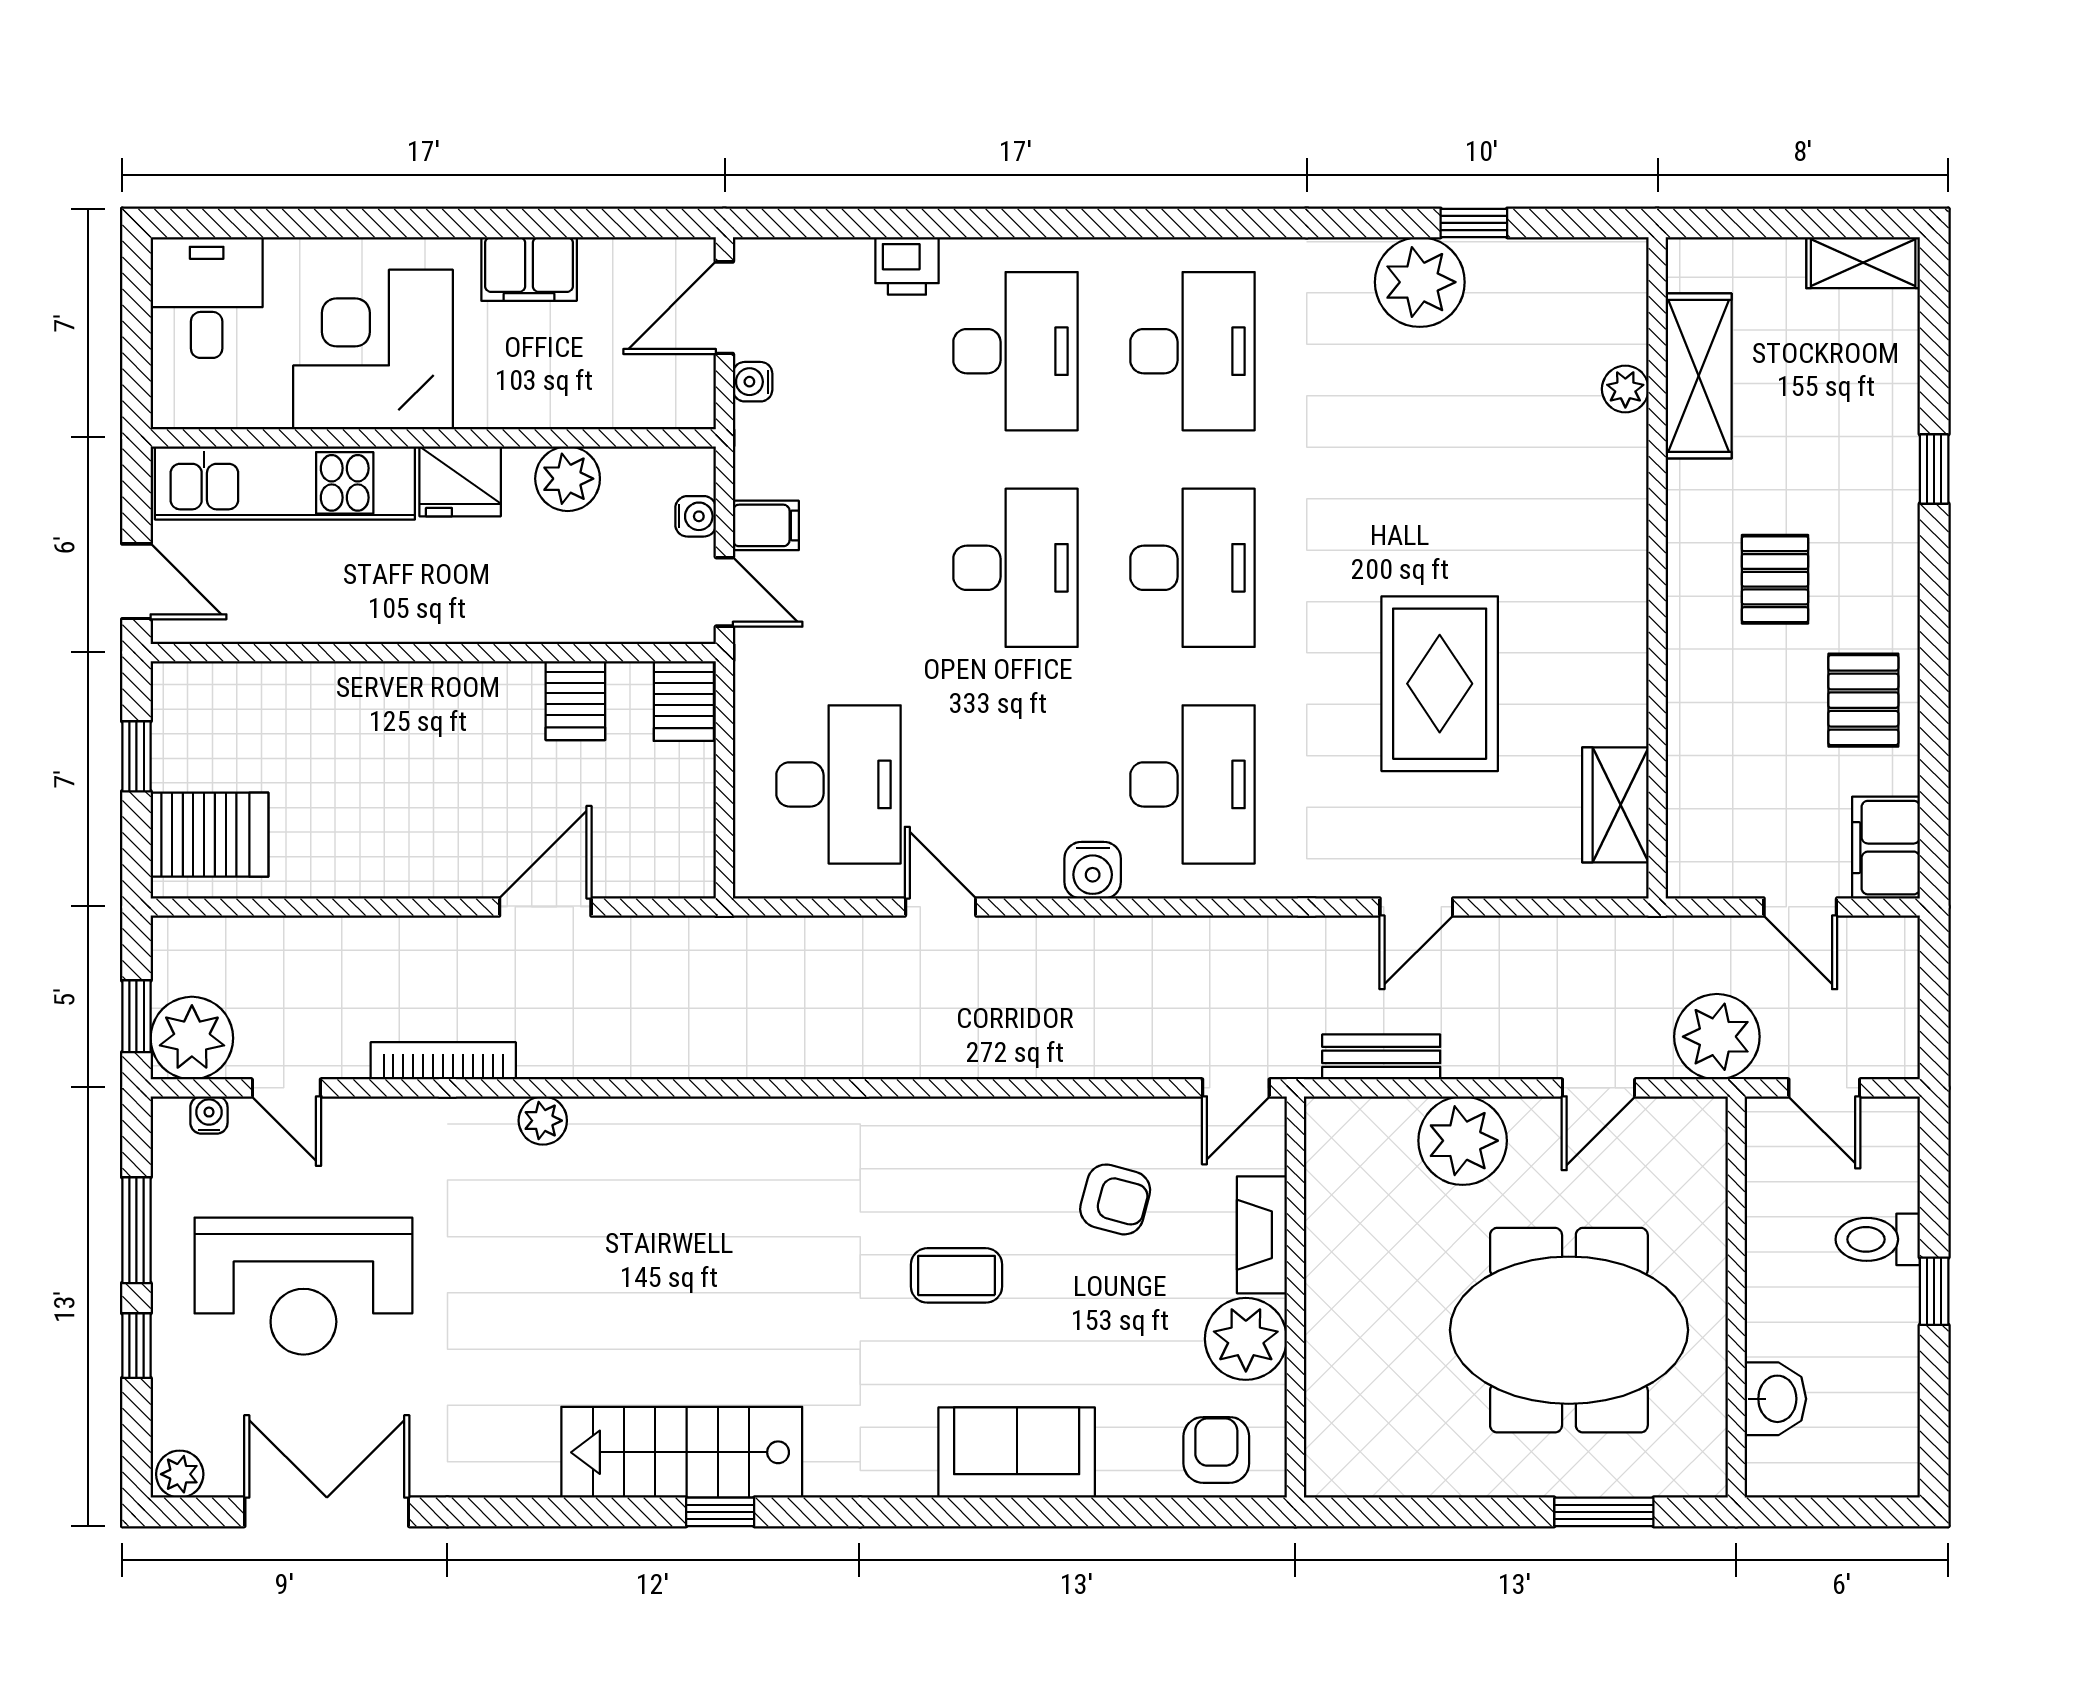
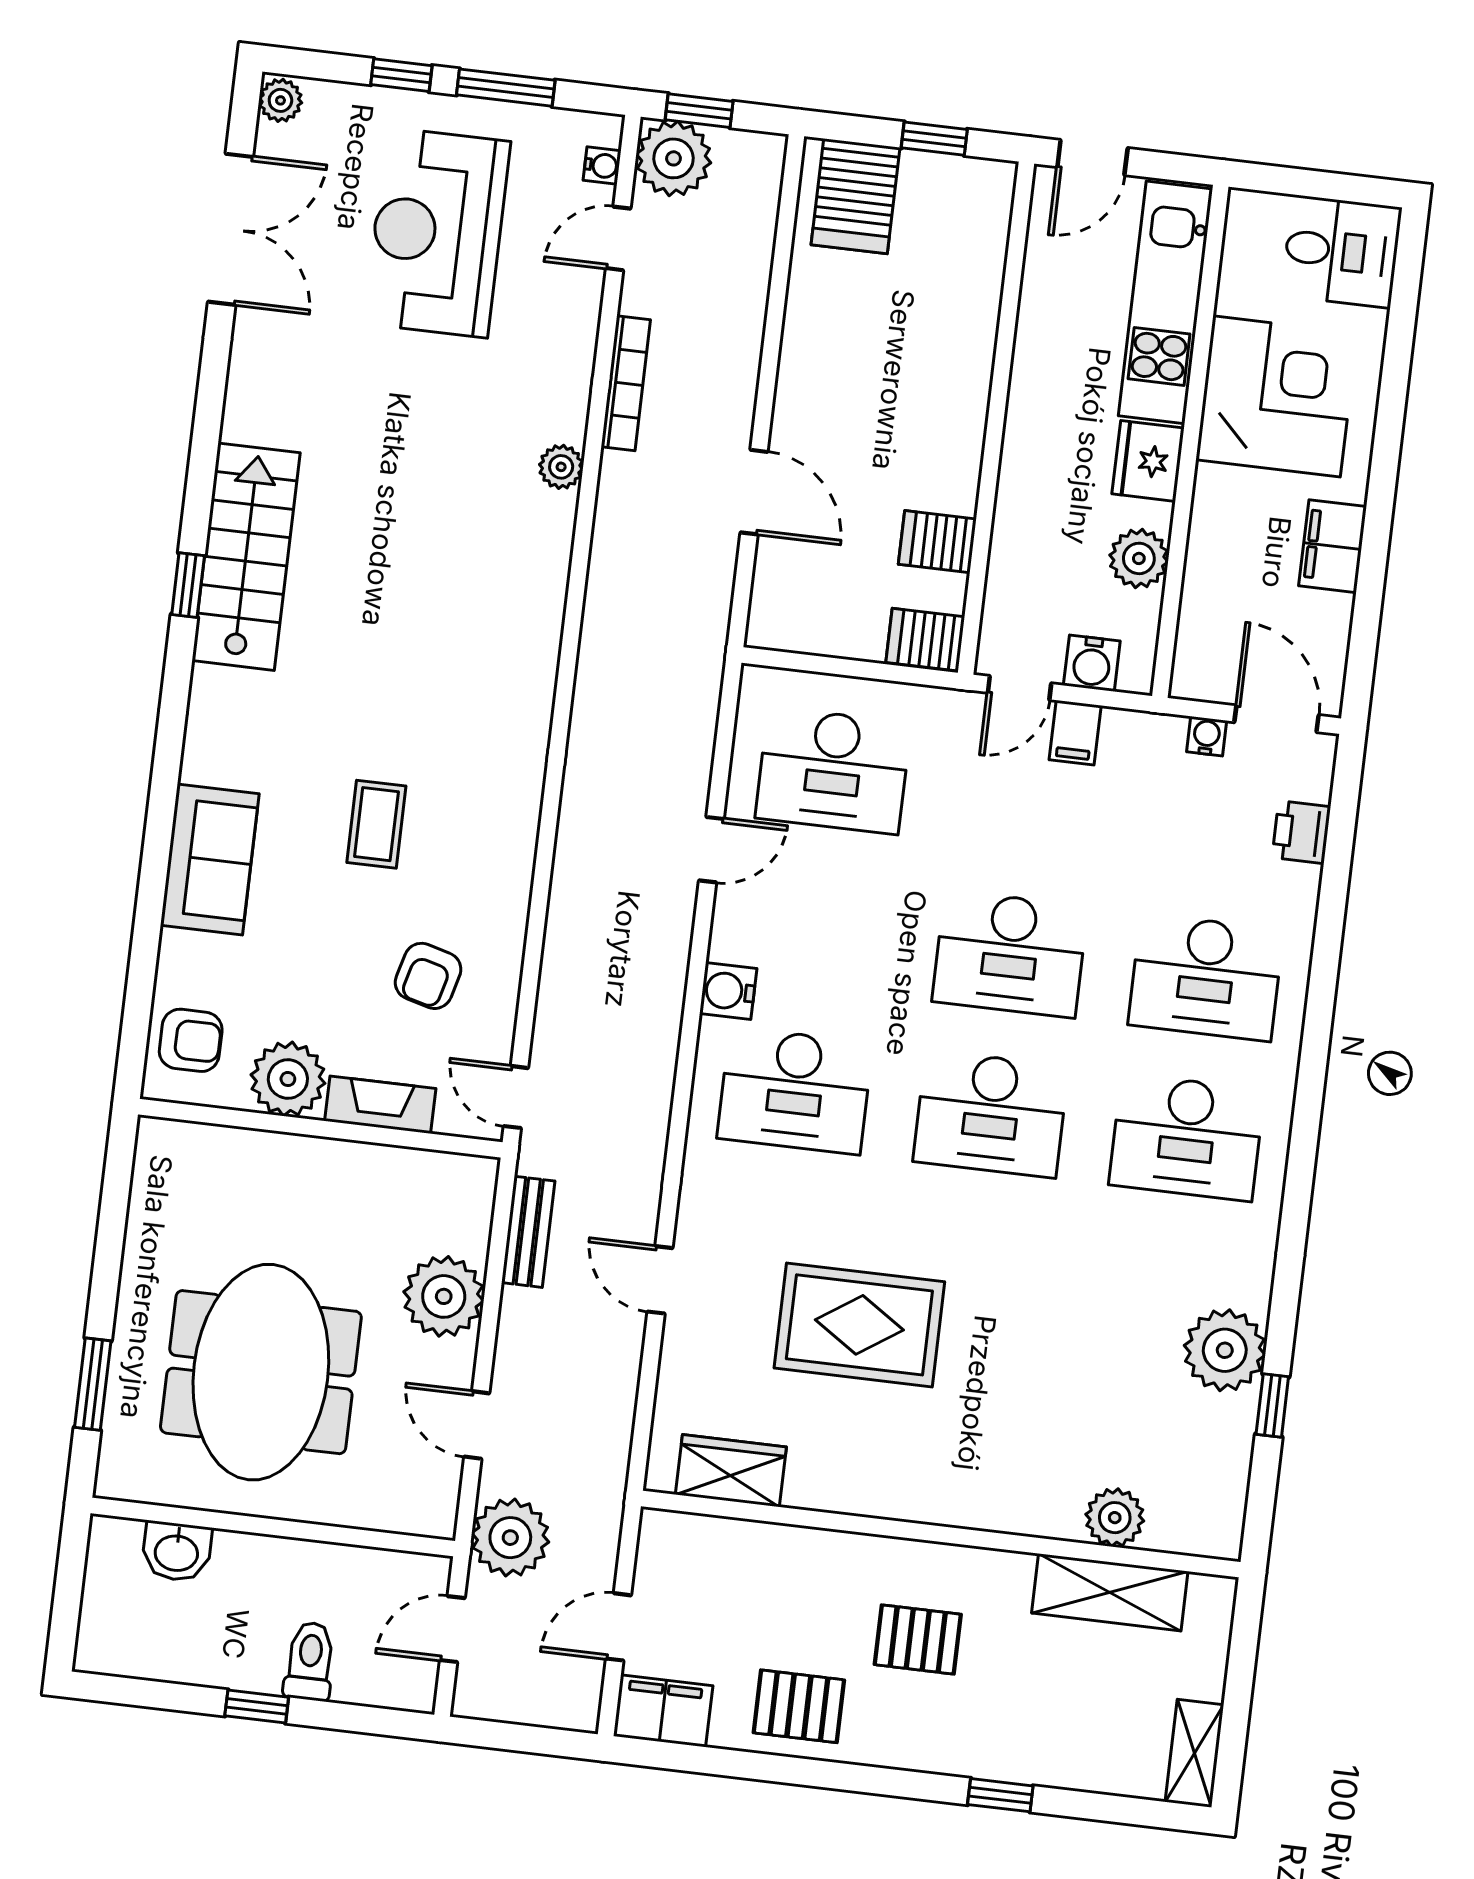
printer: (907, 266) -> (1301, 832), moved
plant: (1625, 389) -> (1115, 1518), width x1.38, depth x1.38
water cooler: (696, 516) -> (1092, 663), width x1.38, depth x1.38

